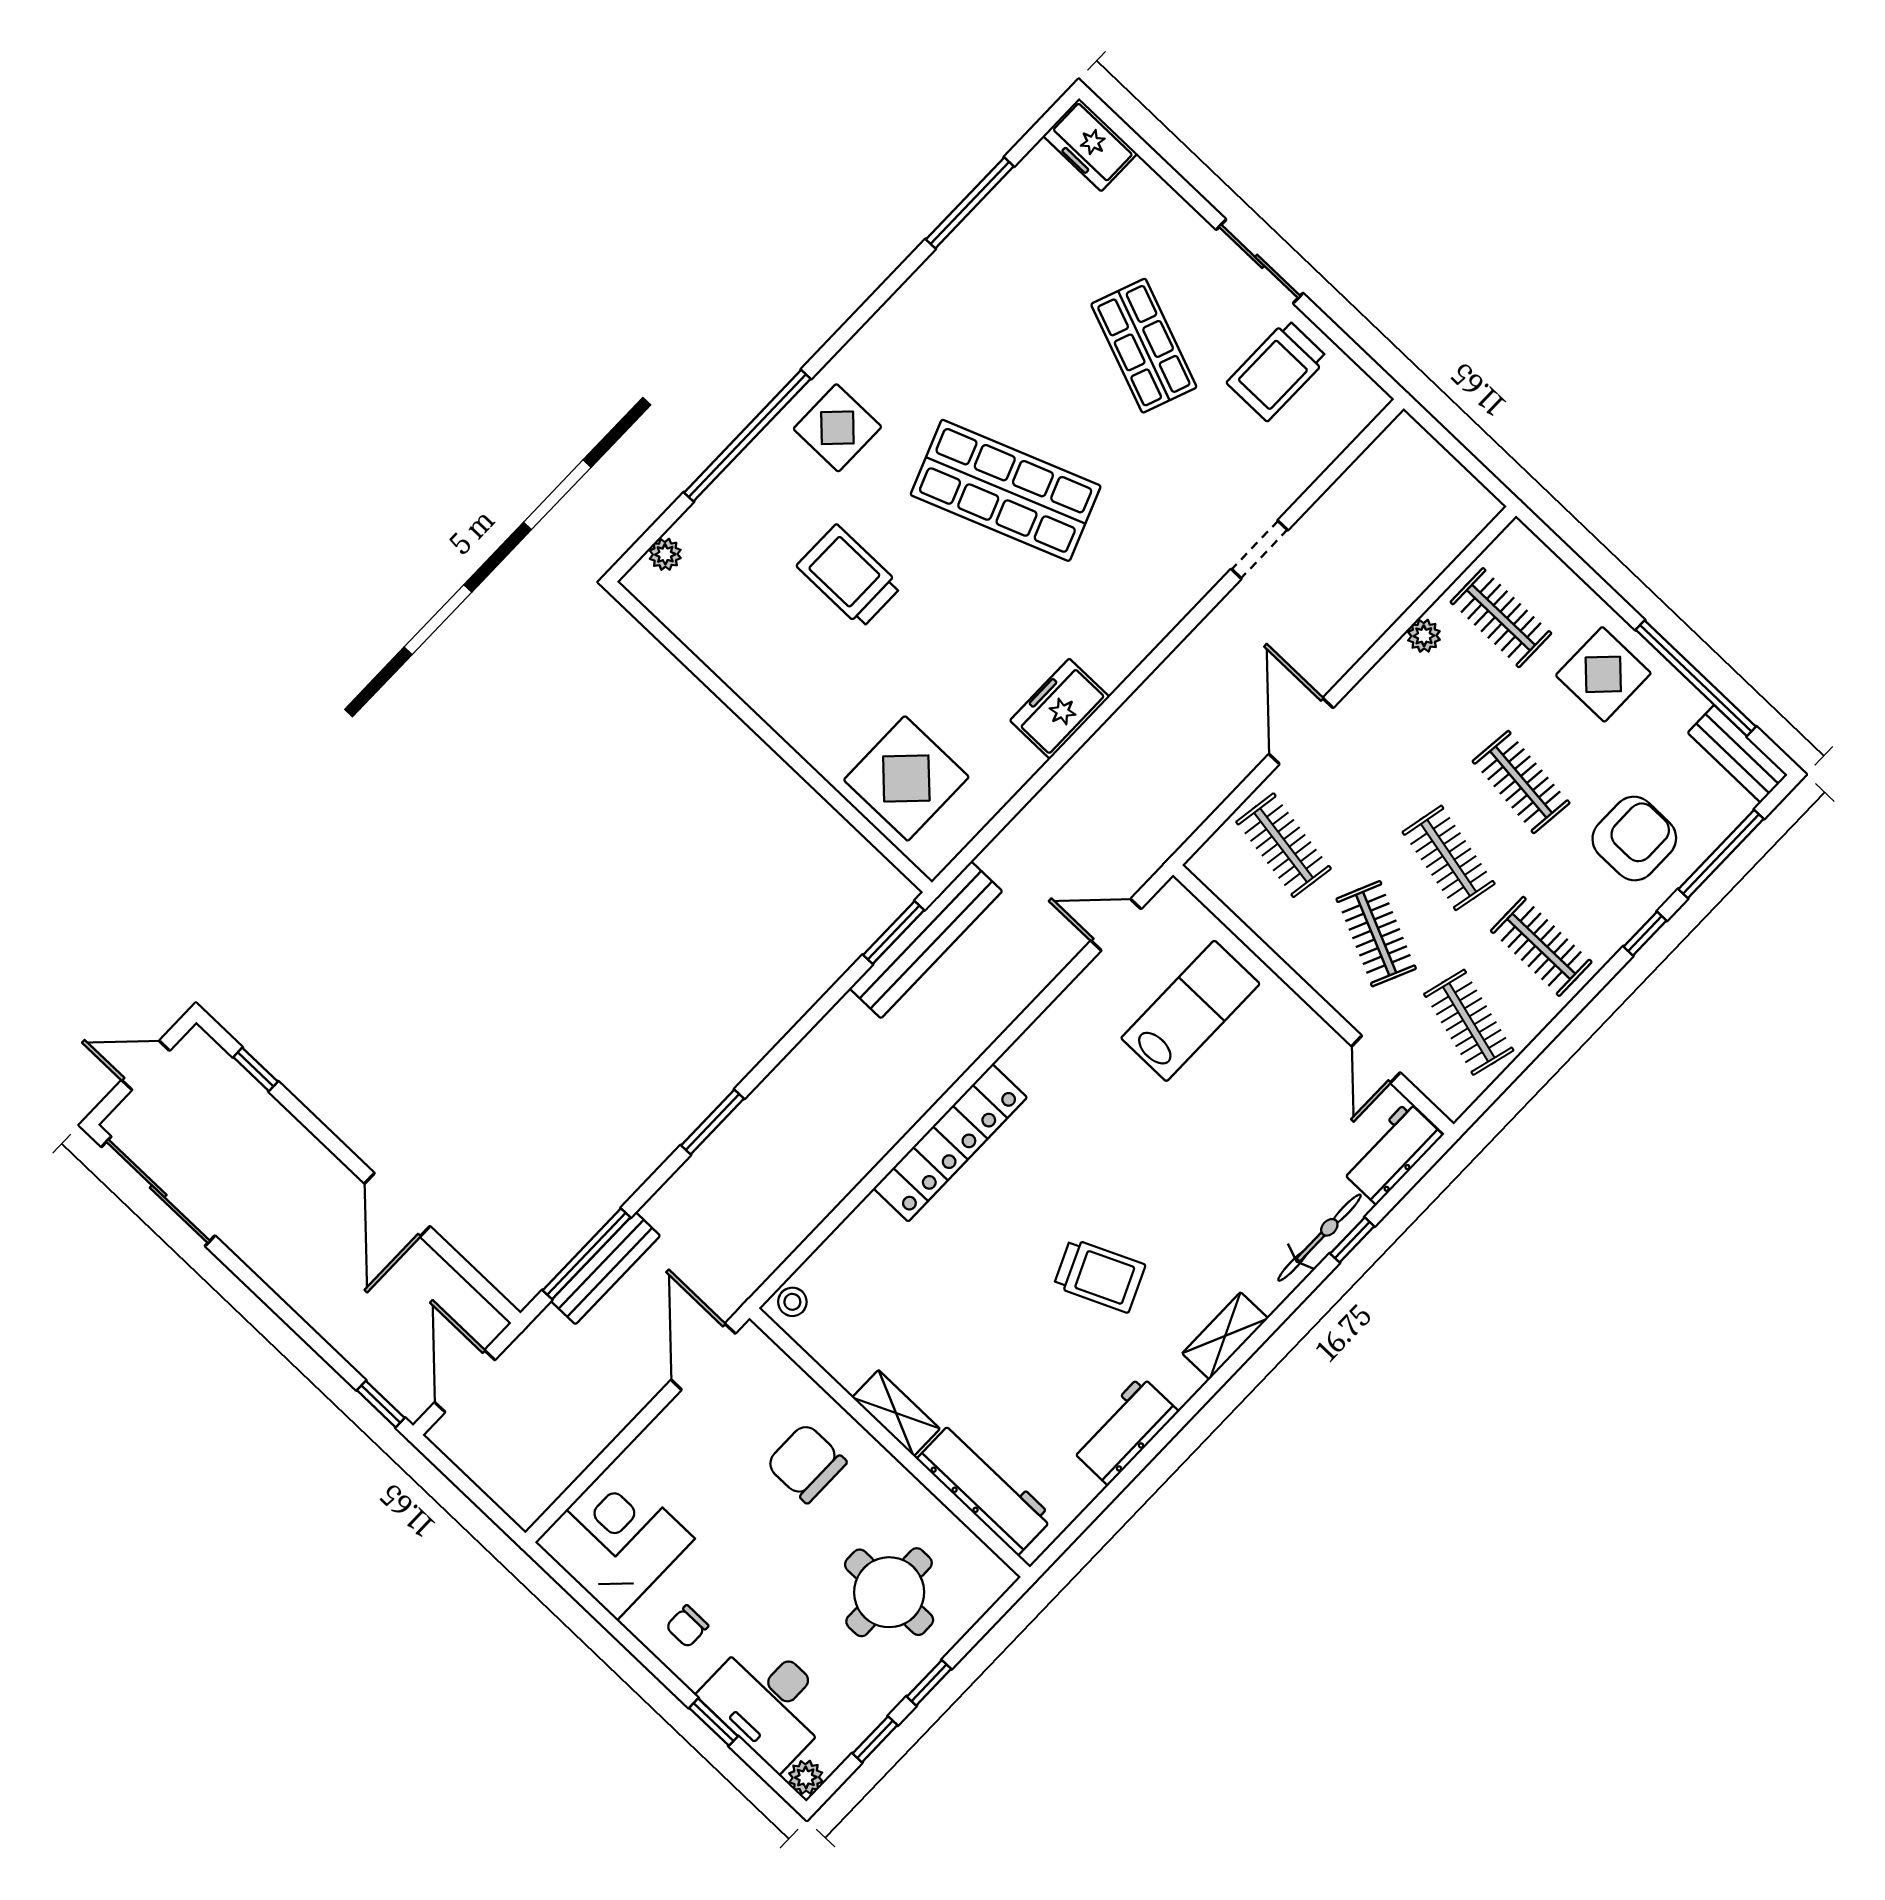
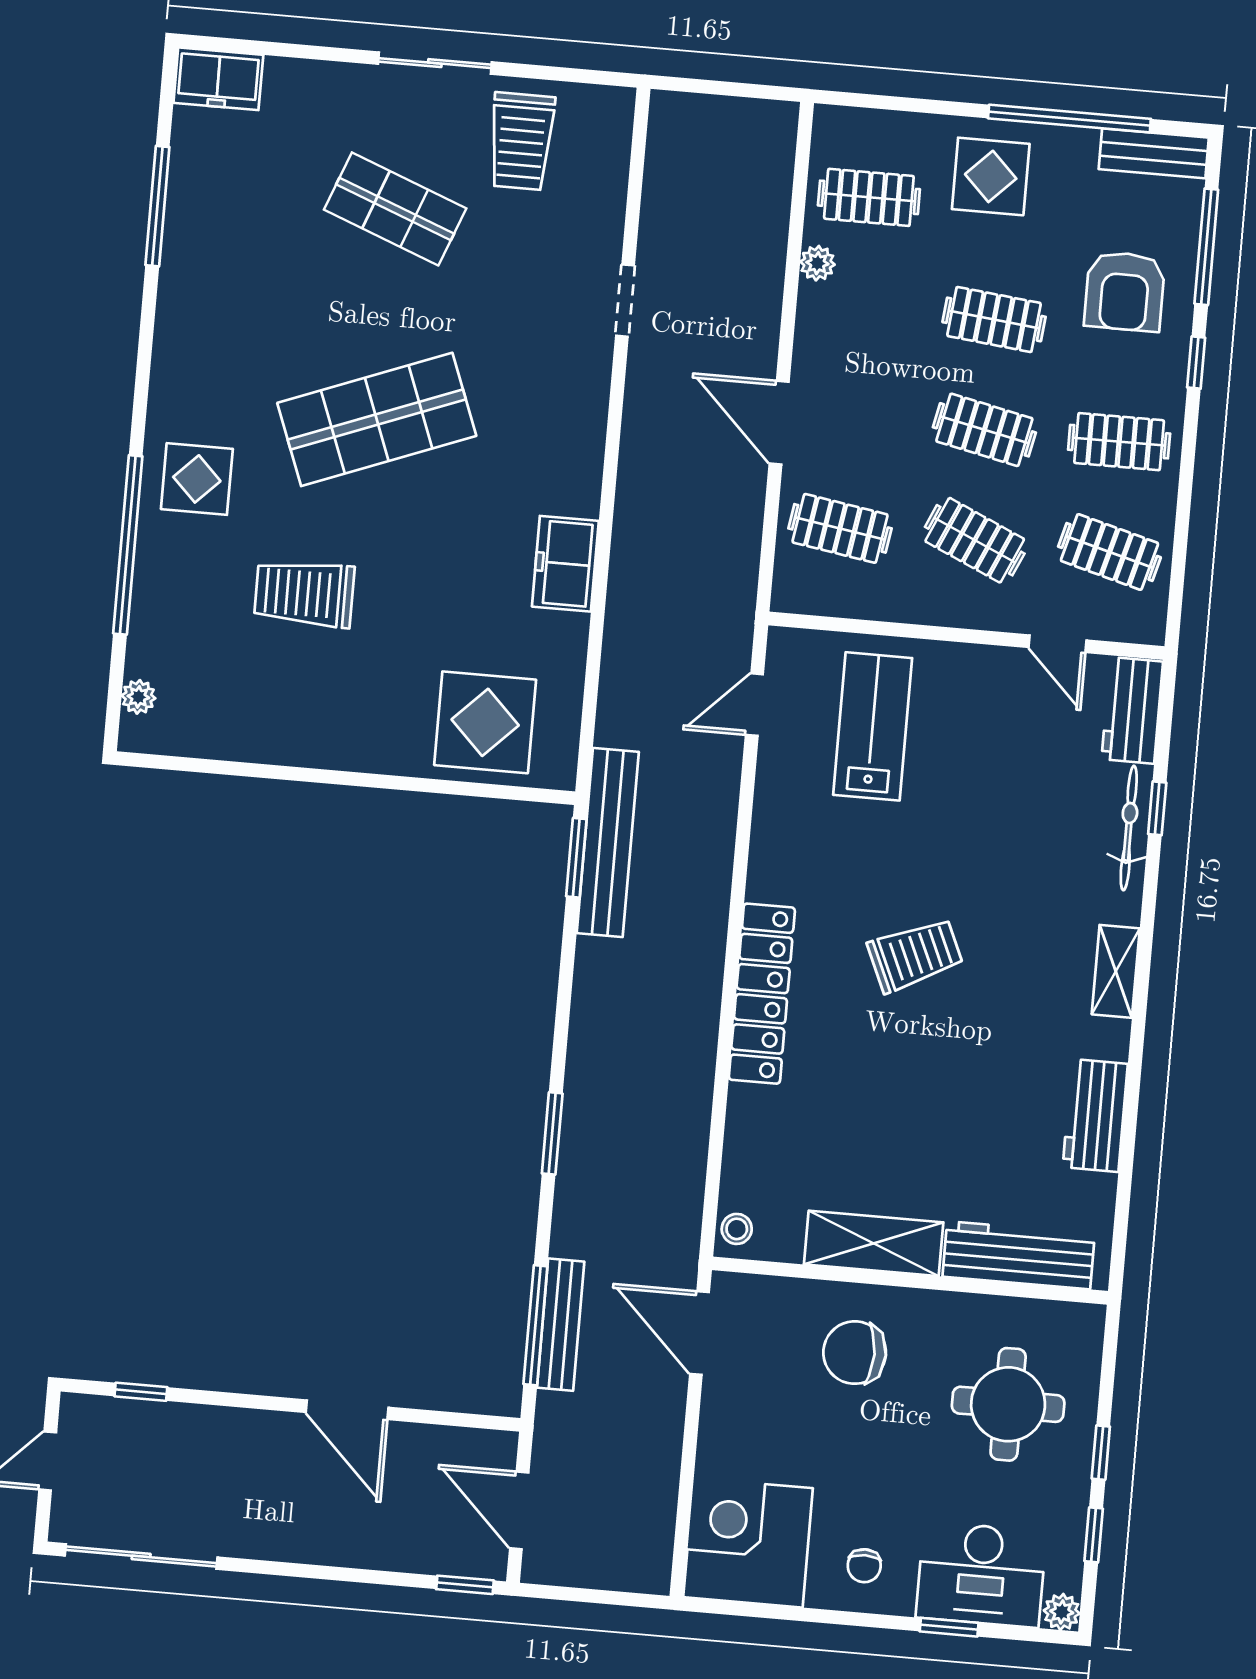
armchair: (1634, 839) -> (1125, 291), turned 180
trolley: (1099, 1276) -> (915, 955), moved
shelving: (896, 1413) -> (874, 1243), width x1.50, depth x1.33

